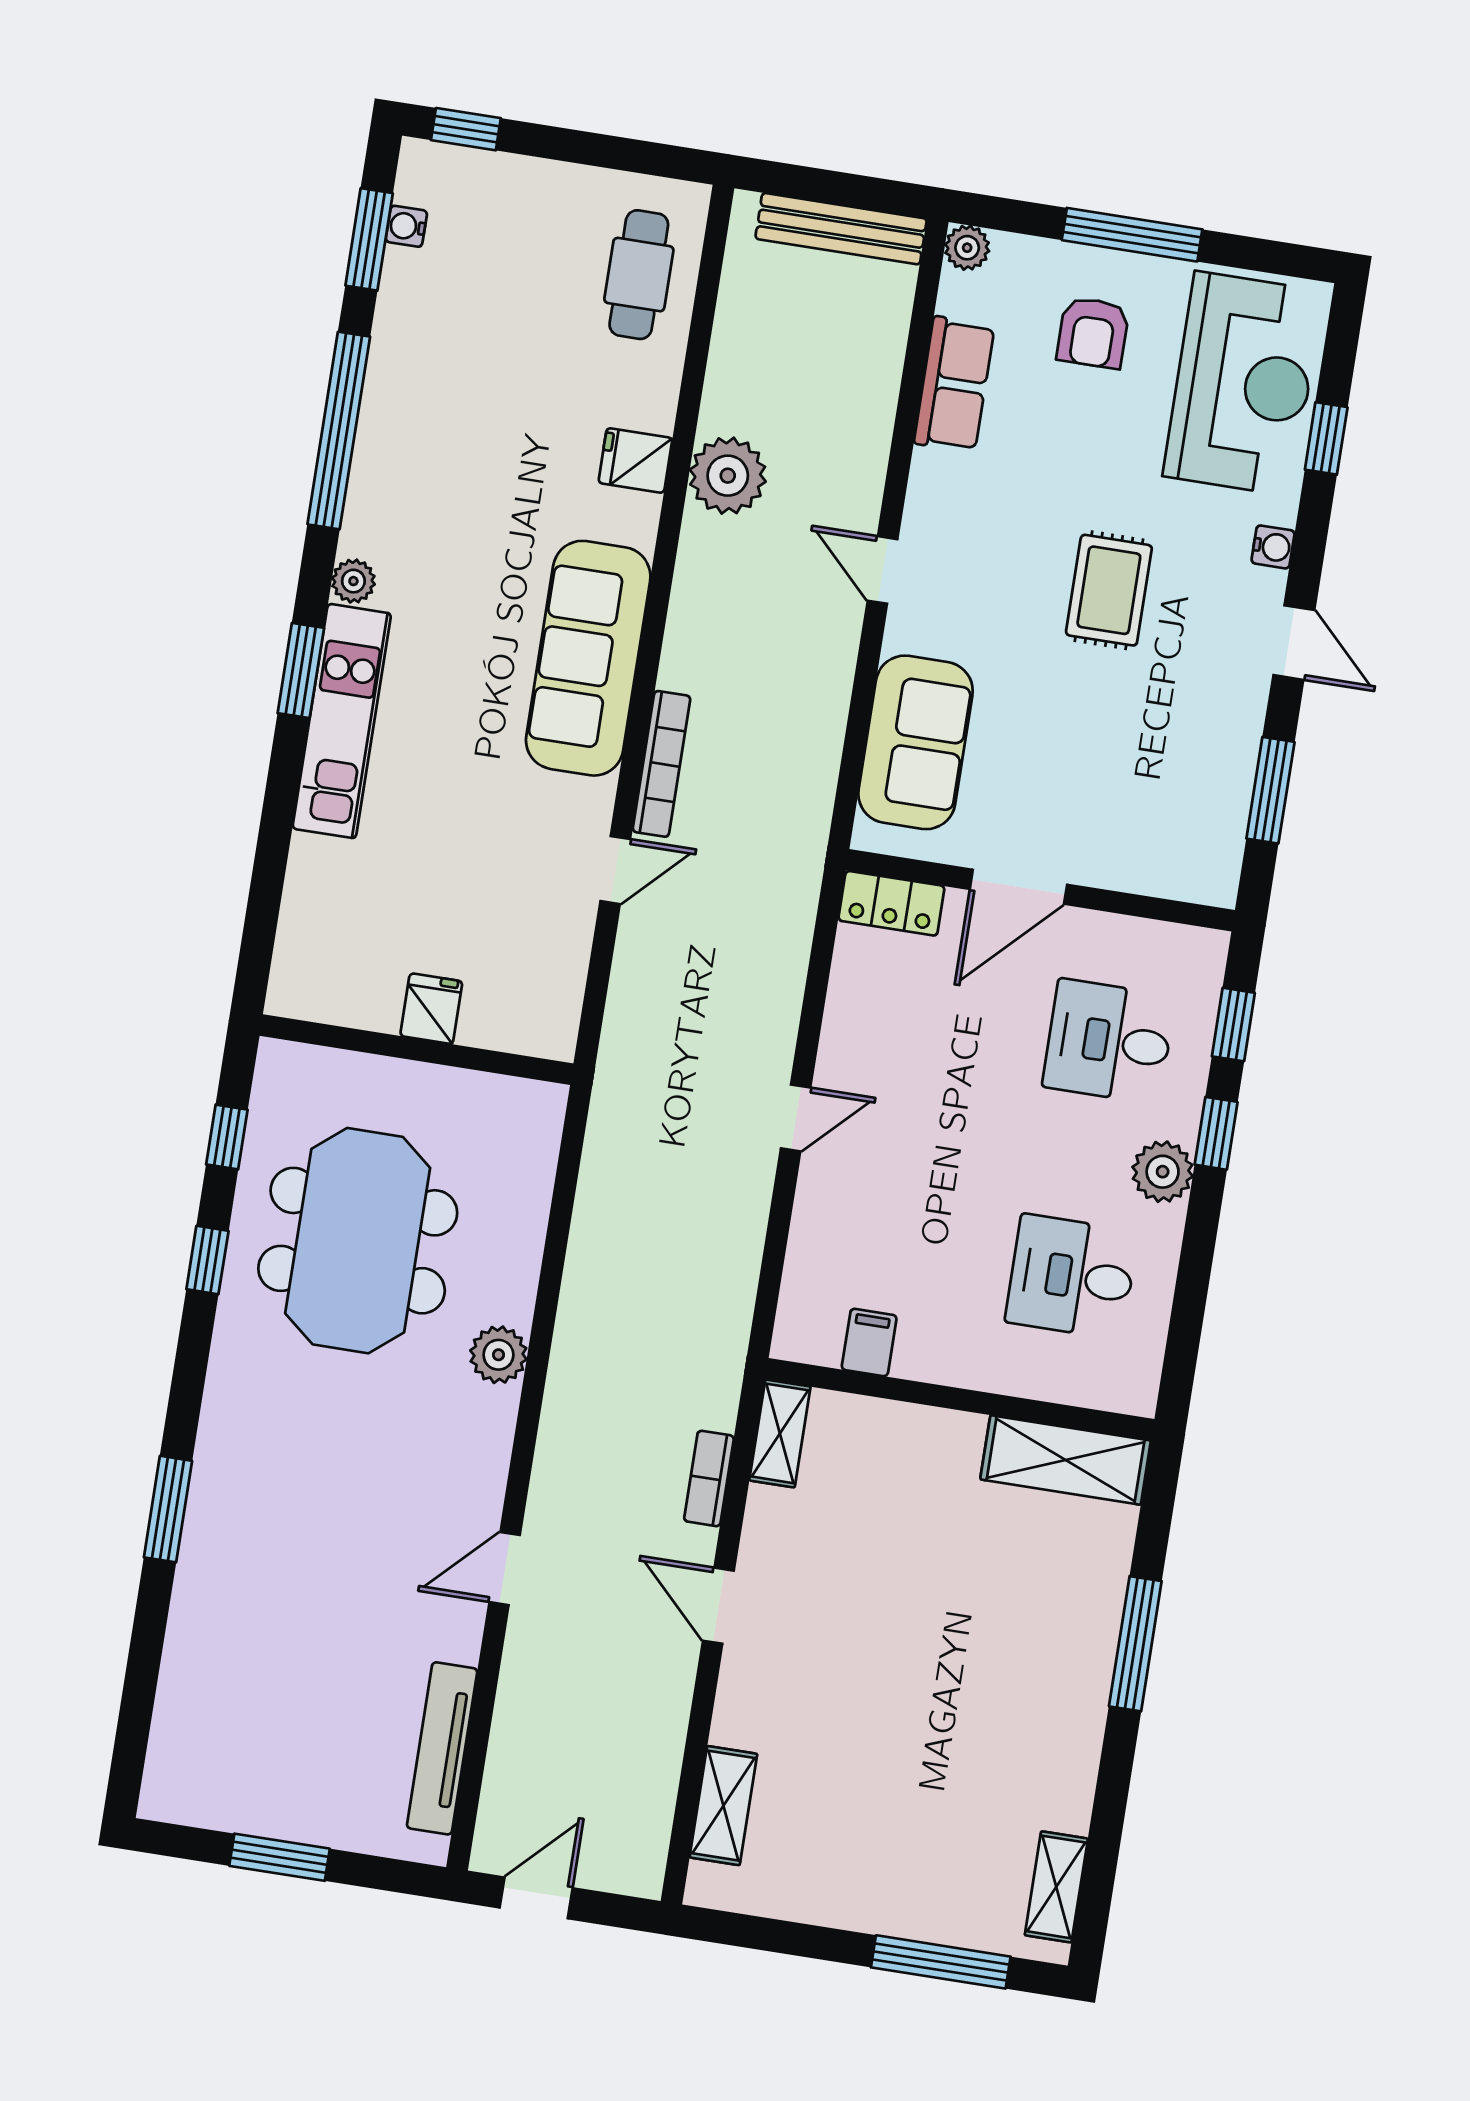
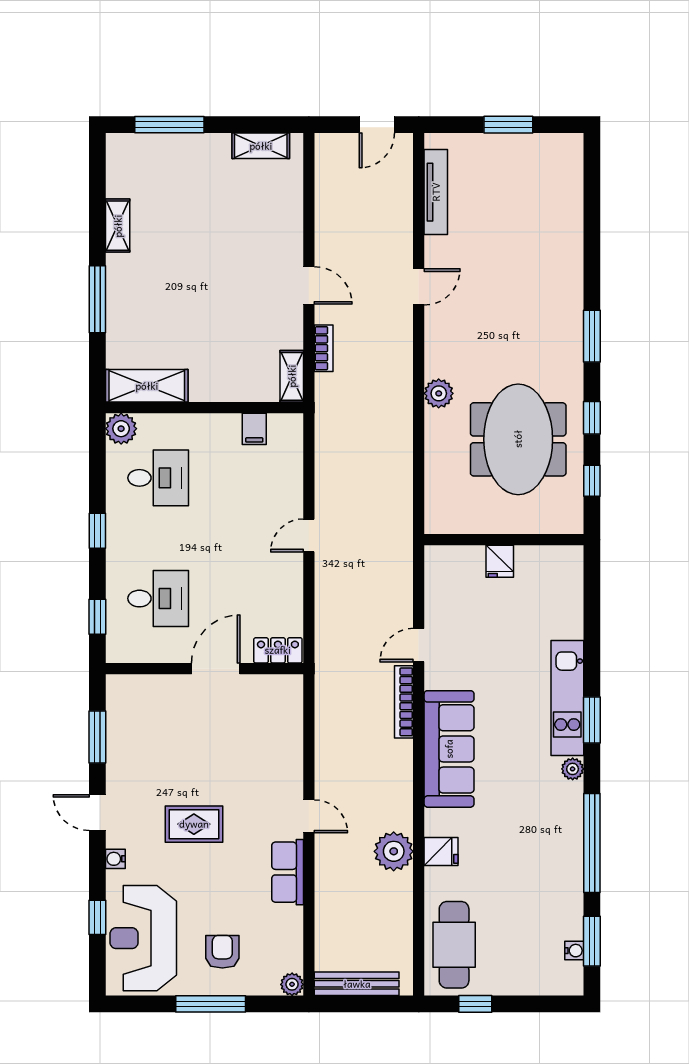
window: (466, 129) -> (475, 1004), moved
cafe table: (639, 275) -> (454, 945), width x1.37, depth x1.35
row of seats: (954, 384) -> (288, 872), moved
rug: (1109, 590) -> (194, 824), turned 90
sofa: (916, 742) -> (279, 733), removed
window: (1216, 1133) -> (97, 531), moved
plant: (1163, 1172) -> (121, 429), moved
window: (168, 1509) -> (592, 336), moved
shelving: (723, 1806) -> (261, 146), moved, turned 90
shelving: (1056, 1887) -> (118, 226), moved

